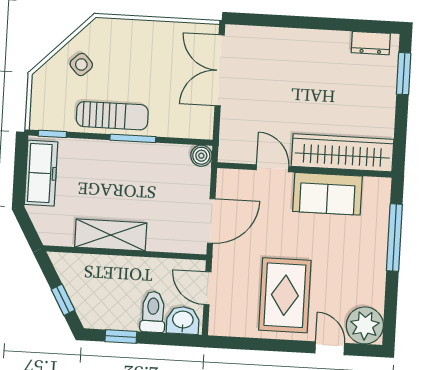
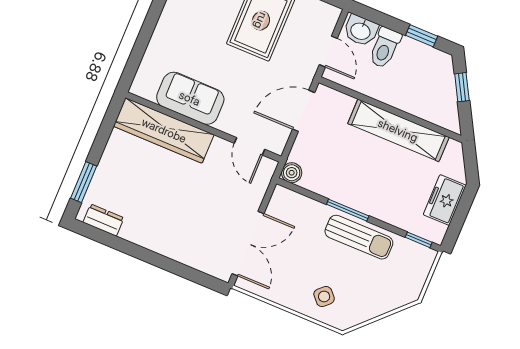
side table: (81, 64) -> (324, 296), moved
sun lounger: (112, 116) -> (359, 237), turned 180
door: (272, 168) -> (250, 146), moved
freezer: (41, 173) -> (445, 200), width x0.71
shelving: (111, 235) -> (398, 130), width x1.47
window: (394, 237) -> (144, 38), removed

